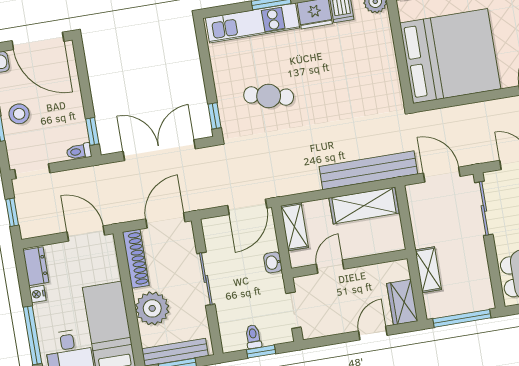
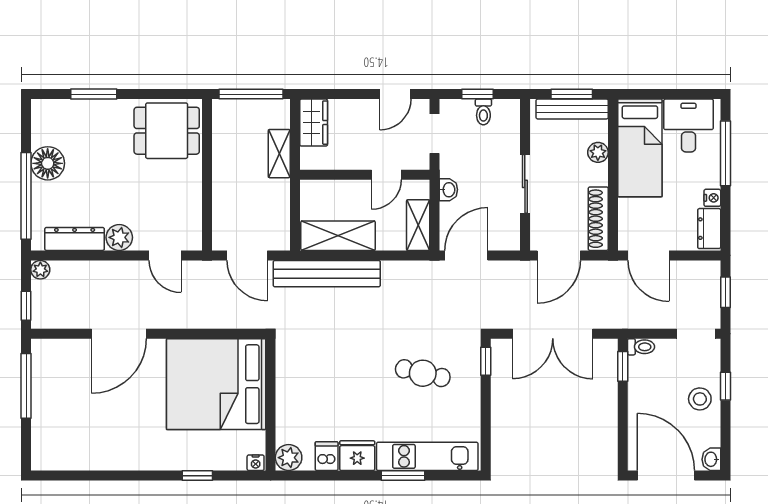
sliding door: (484, 208) -> (207, 211), removed
plant: (152, 308) -> (598, 152), width x0.53, depth x0.53
door: (373, 333) -> (395, 94), moved

